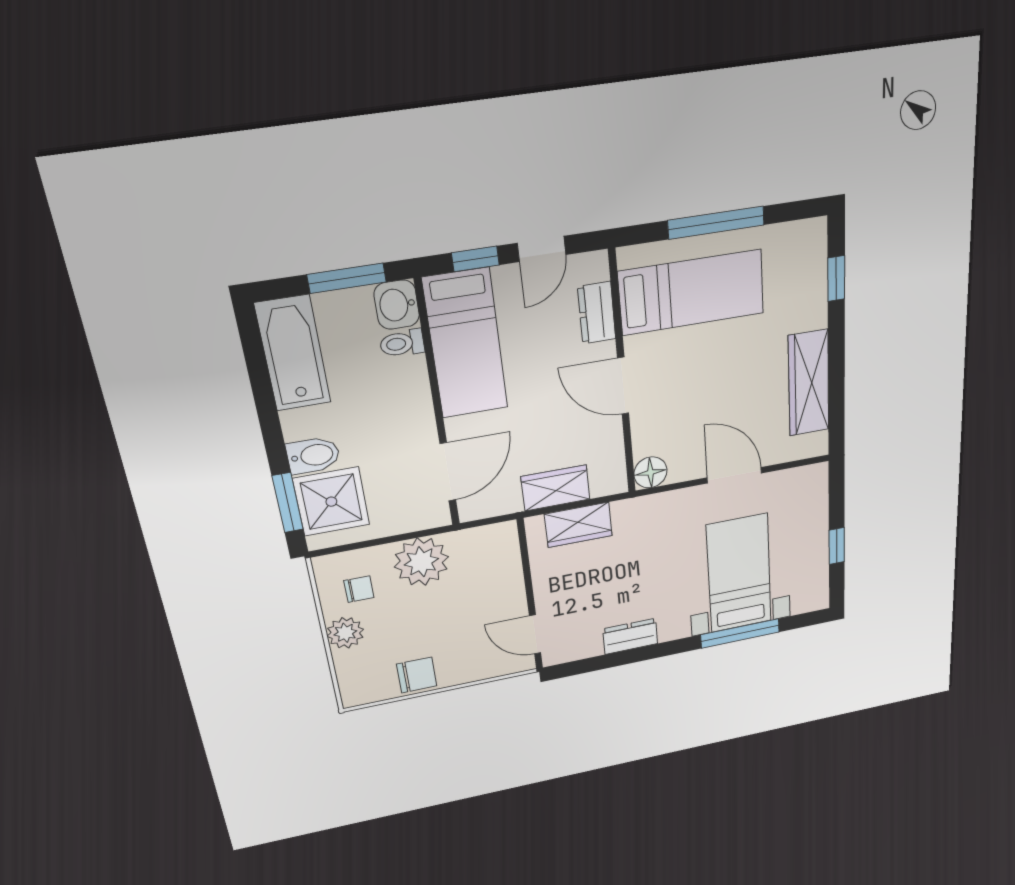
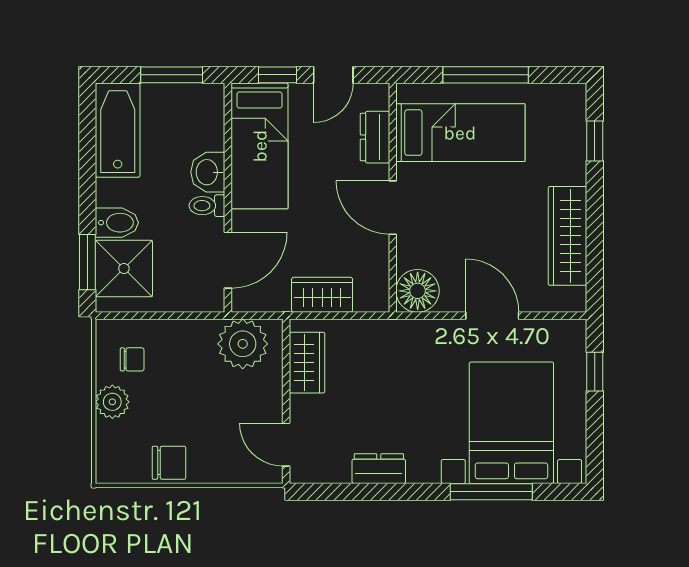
washbasin: (397, 305) -> (208, 172), moved
toilet: (402, 343) -> (207, 206), moved
floor lamp: (650, 472) -> (418, 291), width x1.38, depth x1.38
wardrobe: (578, 525) -> (307, 363), moved, turned -90
window: (837, 546) -> (595, 372), moved
plant: (421, 562) -> (243, 344), moved
bed with nightstands: (739, 574) -> (511, 423), width x1.36

